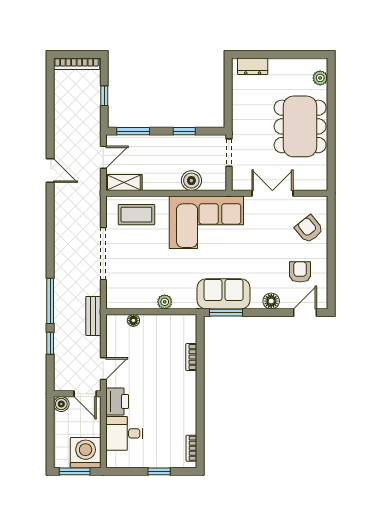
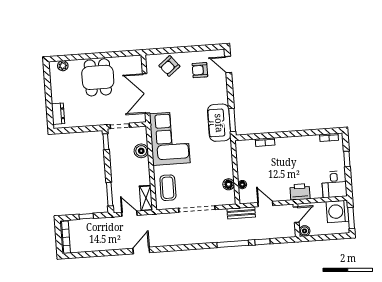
dining table: (300, 126) -> (98, 77), width x0.73
window: (184, 131) -> (106, 142), moved
double door: (272, 193) -> (146, 93), width x1.37
floor lamp: (271, 301) -> (229, 184), moved
plant: (165, 302) -> (228, 164), removed
door: (103, 369) -> (265, 204), moved
desk: (124, 433) -> (334, 184), moved

